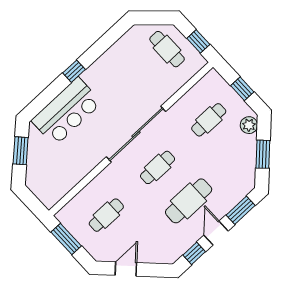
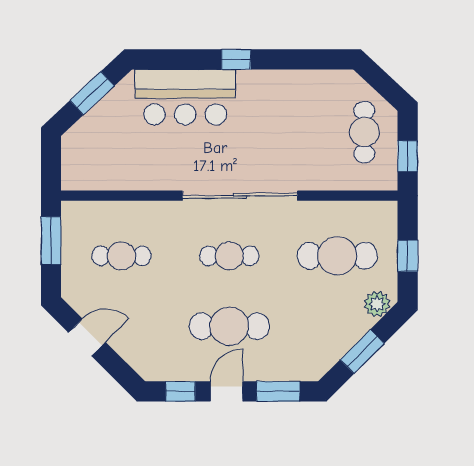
cafe table: (209, 120) -> (337, 256), width x1.37, depth x1.35

